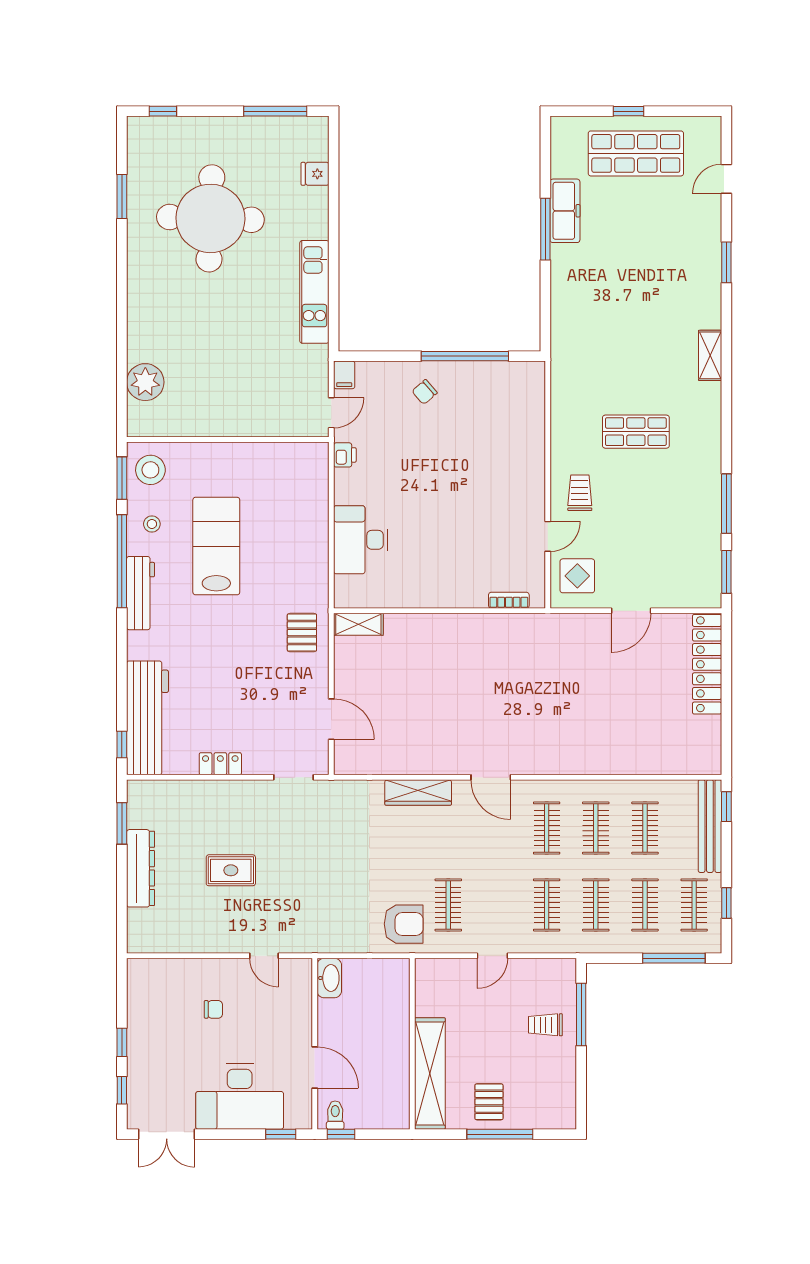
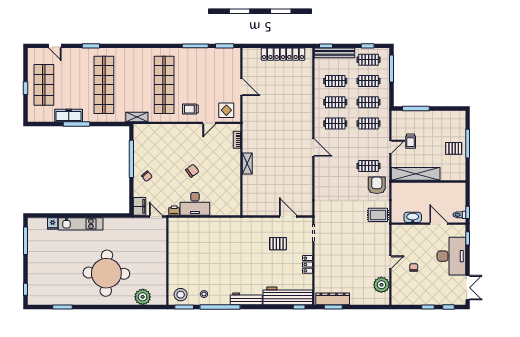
round table: (210, 218) -> (106, 273), moved
kitchen unit: (314, 292) -> (81, 224), moved
shop shelf: (636, 293) -> (104, 85), added
shelving: (710, 355) -> (137, 117), moved
filing cabinet: (344, 375) -> (139, 206), width x2.00
shop shelf: (636, 432) -> (164, 85), width x2.00, depth x1.36
chair: (437, 497) -> (192, 171), added
door: (548, 536) -> (209, 123), swing flipped
desk: (361, 540) -> (195, 204), moved
lab bench: (216, 546) -> (213, 266), removed
workbench: (141, 593) -> (246, 299), moved
shelving: (358, 624) -> (247, 164), moved
pallet: (302, 633) -> (278, 244), moved
locker: (707, 664) -> (283, 54), moved
door: (331, 719) -> (288, 216), hinge flipped
door: (491, 777) -> (313, 148), hinge flipped
wardrobe: (418, 792) -> (320, 179), removed
dresser: (141, 868) -> (333, 299), moved
rug: (231, 870) -> (378, 215), moved, turned 90
plant: (173, 935) -> (381, 285), added
door: (264, 956) -> (390, 262), moved
door: (492, 956) -> (390, 147), hinge flipped
washbasin: (329, 978) -> (413, 217), moved
trolley: (545, 1025) -> (411, 141), moved
door: (315, 1067) -> (439, 224), hinge flipped
shelving: (430, 1073) -> (416, 174), moved

